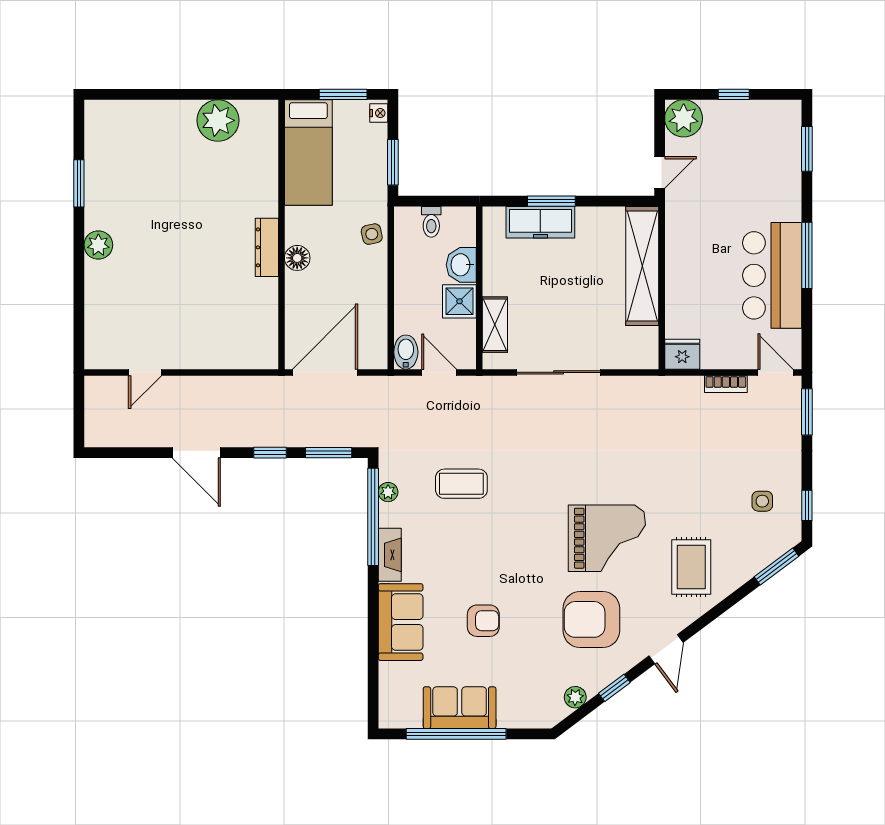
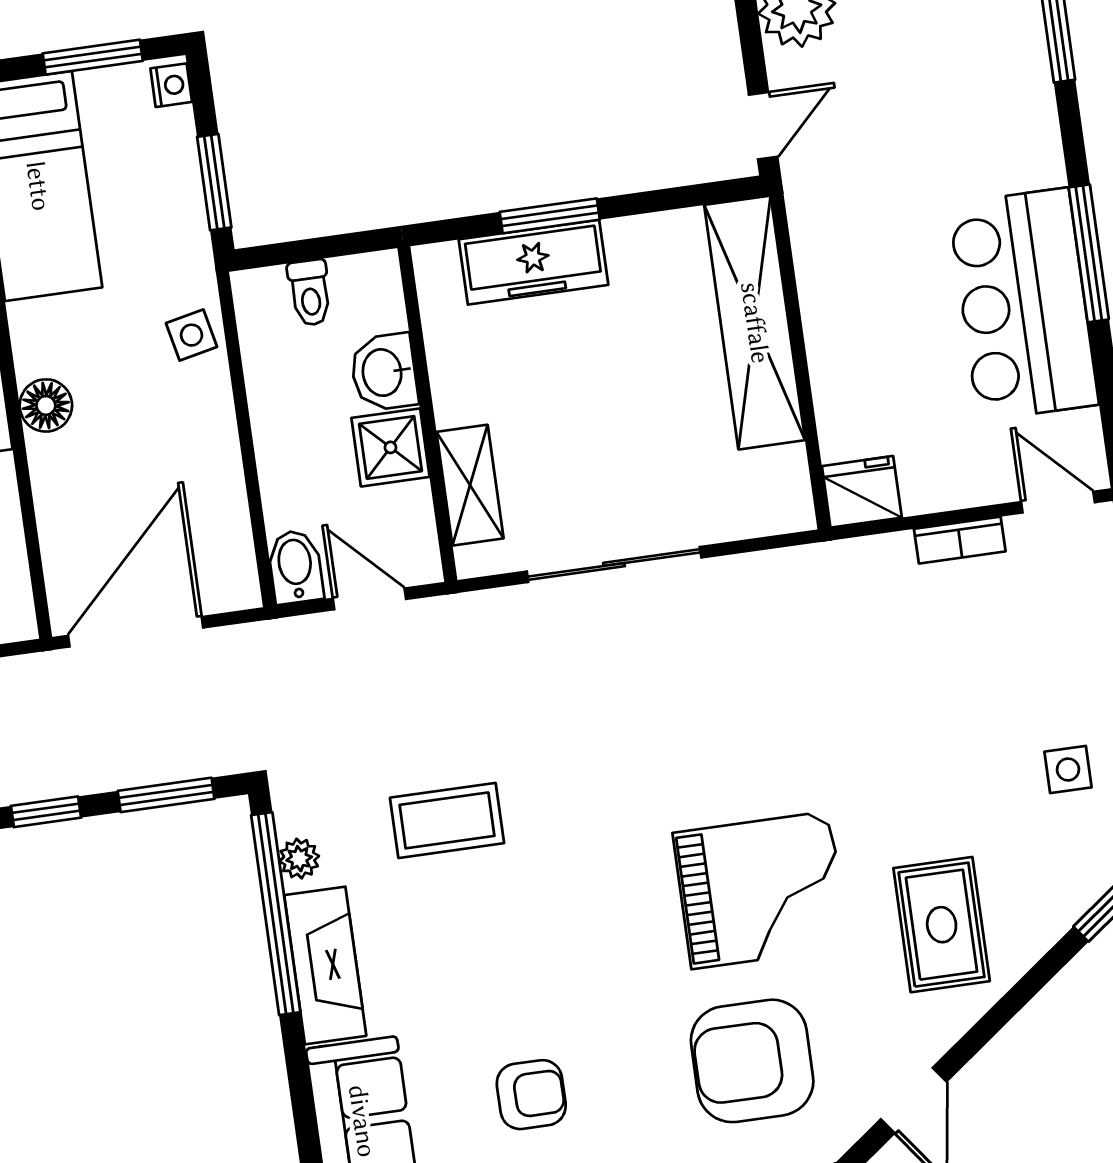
fireplace: (390, 555) -> (325, 966), width x1.37, depth x1.32

